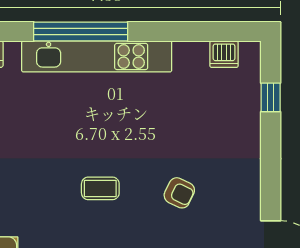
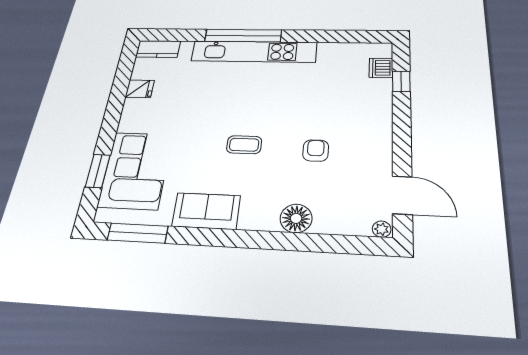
dishwasher: (224, 54) -> (381, 68), moved, turned 90
armchair: (179, 193) -> (316, 151), turned -116

